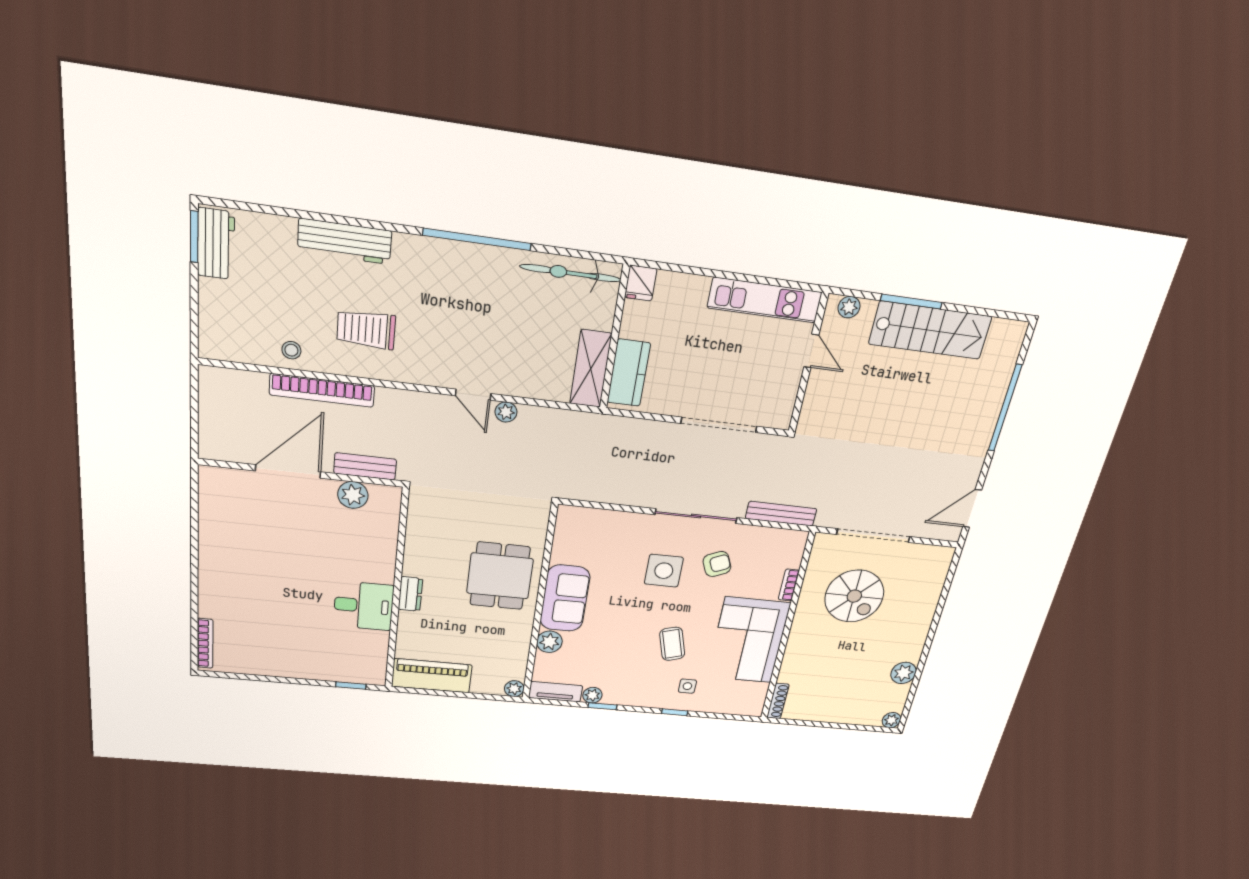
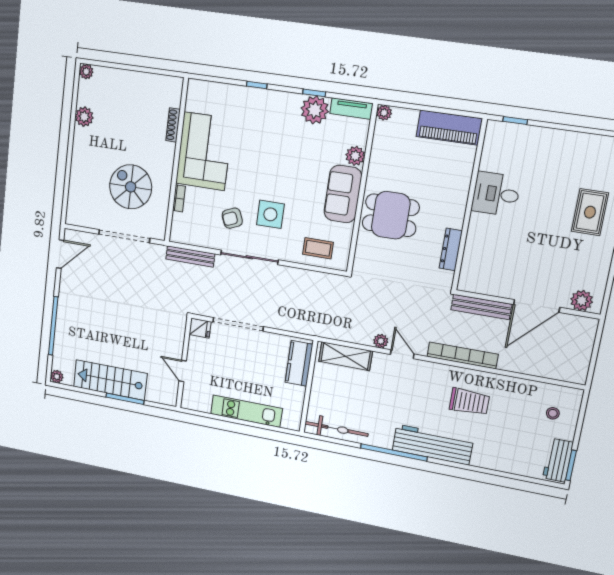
workbench: (345, 241) -> (433, 445), moved, width x1.36, depth x1.32
fridge: (641, 283) -> (200, 328), moved, turned 90
kitchen unit: (765, 300) -> (246, 411), moved
plant: (849, 307) -> (57, 377), moved
stool: (291, 350) -> (553, 413), moved
shelving: (591, 369) -> (346, 356), moved, turned 90
bookcase: (322, 390) -> (462, 355), moved
bench: (365, 466) -> (481, 307), width x1.36
plant: (353, 495) -> (582, 301), moved
dining table: (500, 576) -> (391, 215), turned 90
rug: (239, 590) -> (590, 212), added
dresser: (410, 594) -> (451, 249), moved, width x1.44
coffee table: (672, 644) -> (318, 248), moved, turned -74
side table: (687, 686) -> (248, 110), removed
plant: (592, 695) -> (315, 110), width x1.88, depth x1.88
shoe rack: (778, 701) -> (173, 125), moved

